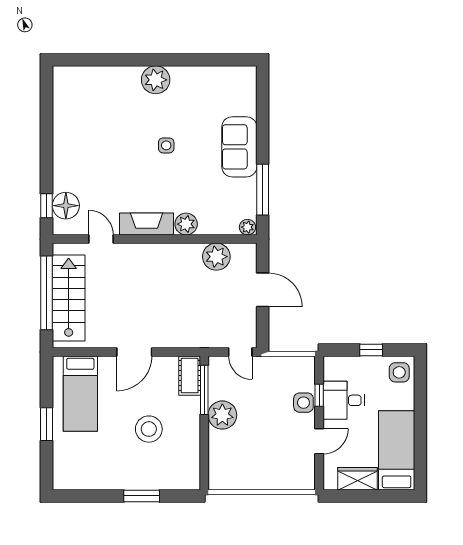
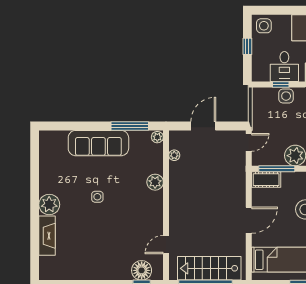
sofa: (239, 147) -> (98, 143), width x1.36
fireplace: (147, 224) -> (47, 236), moved, turned 180
plant: (216, 257) -> (174, 155), width x0.53, depth x0.53
door: (134, 352) -> (249, 220), hinge flipped

